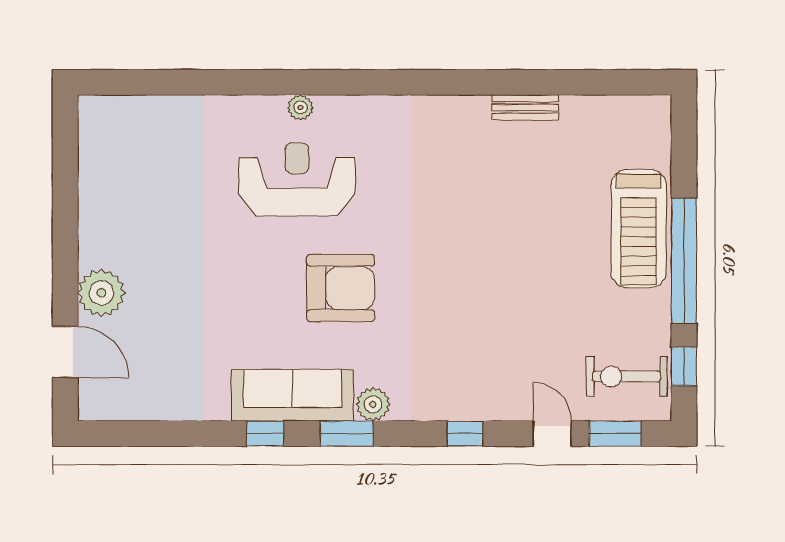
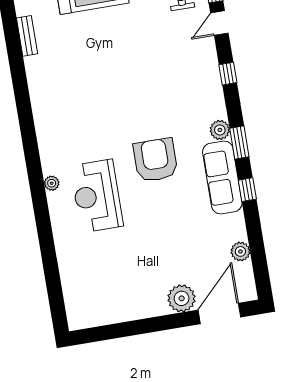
plant: (300, 107) -> (52, 183), moved
bench: (525, 107) -> (27, 36), moved
door: (65, 352) -> (219, 314), width x1.36
plant: (163, 405) -> (240, 251), added

